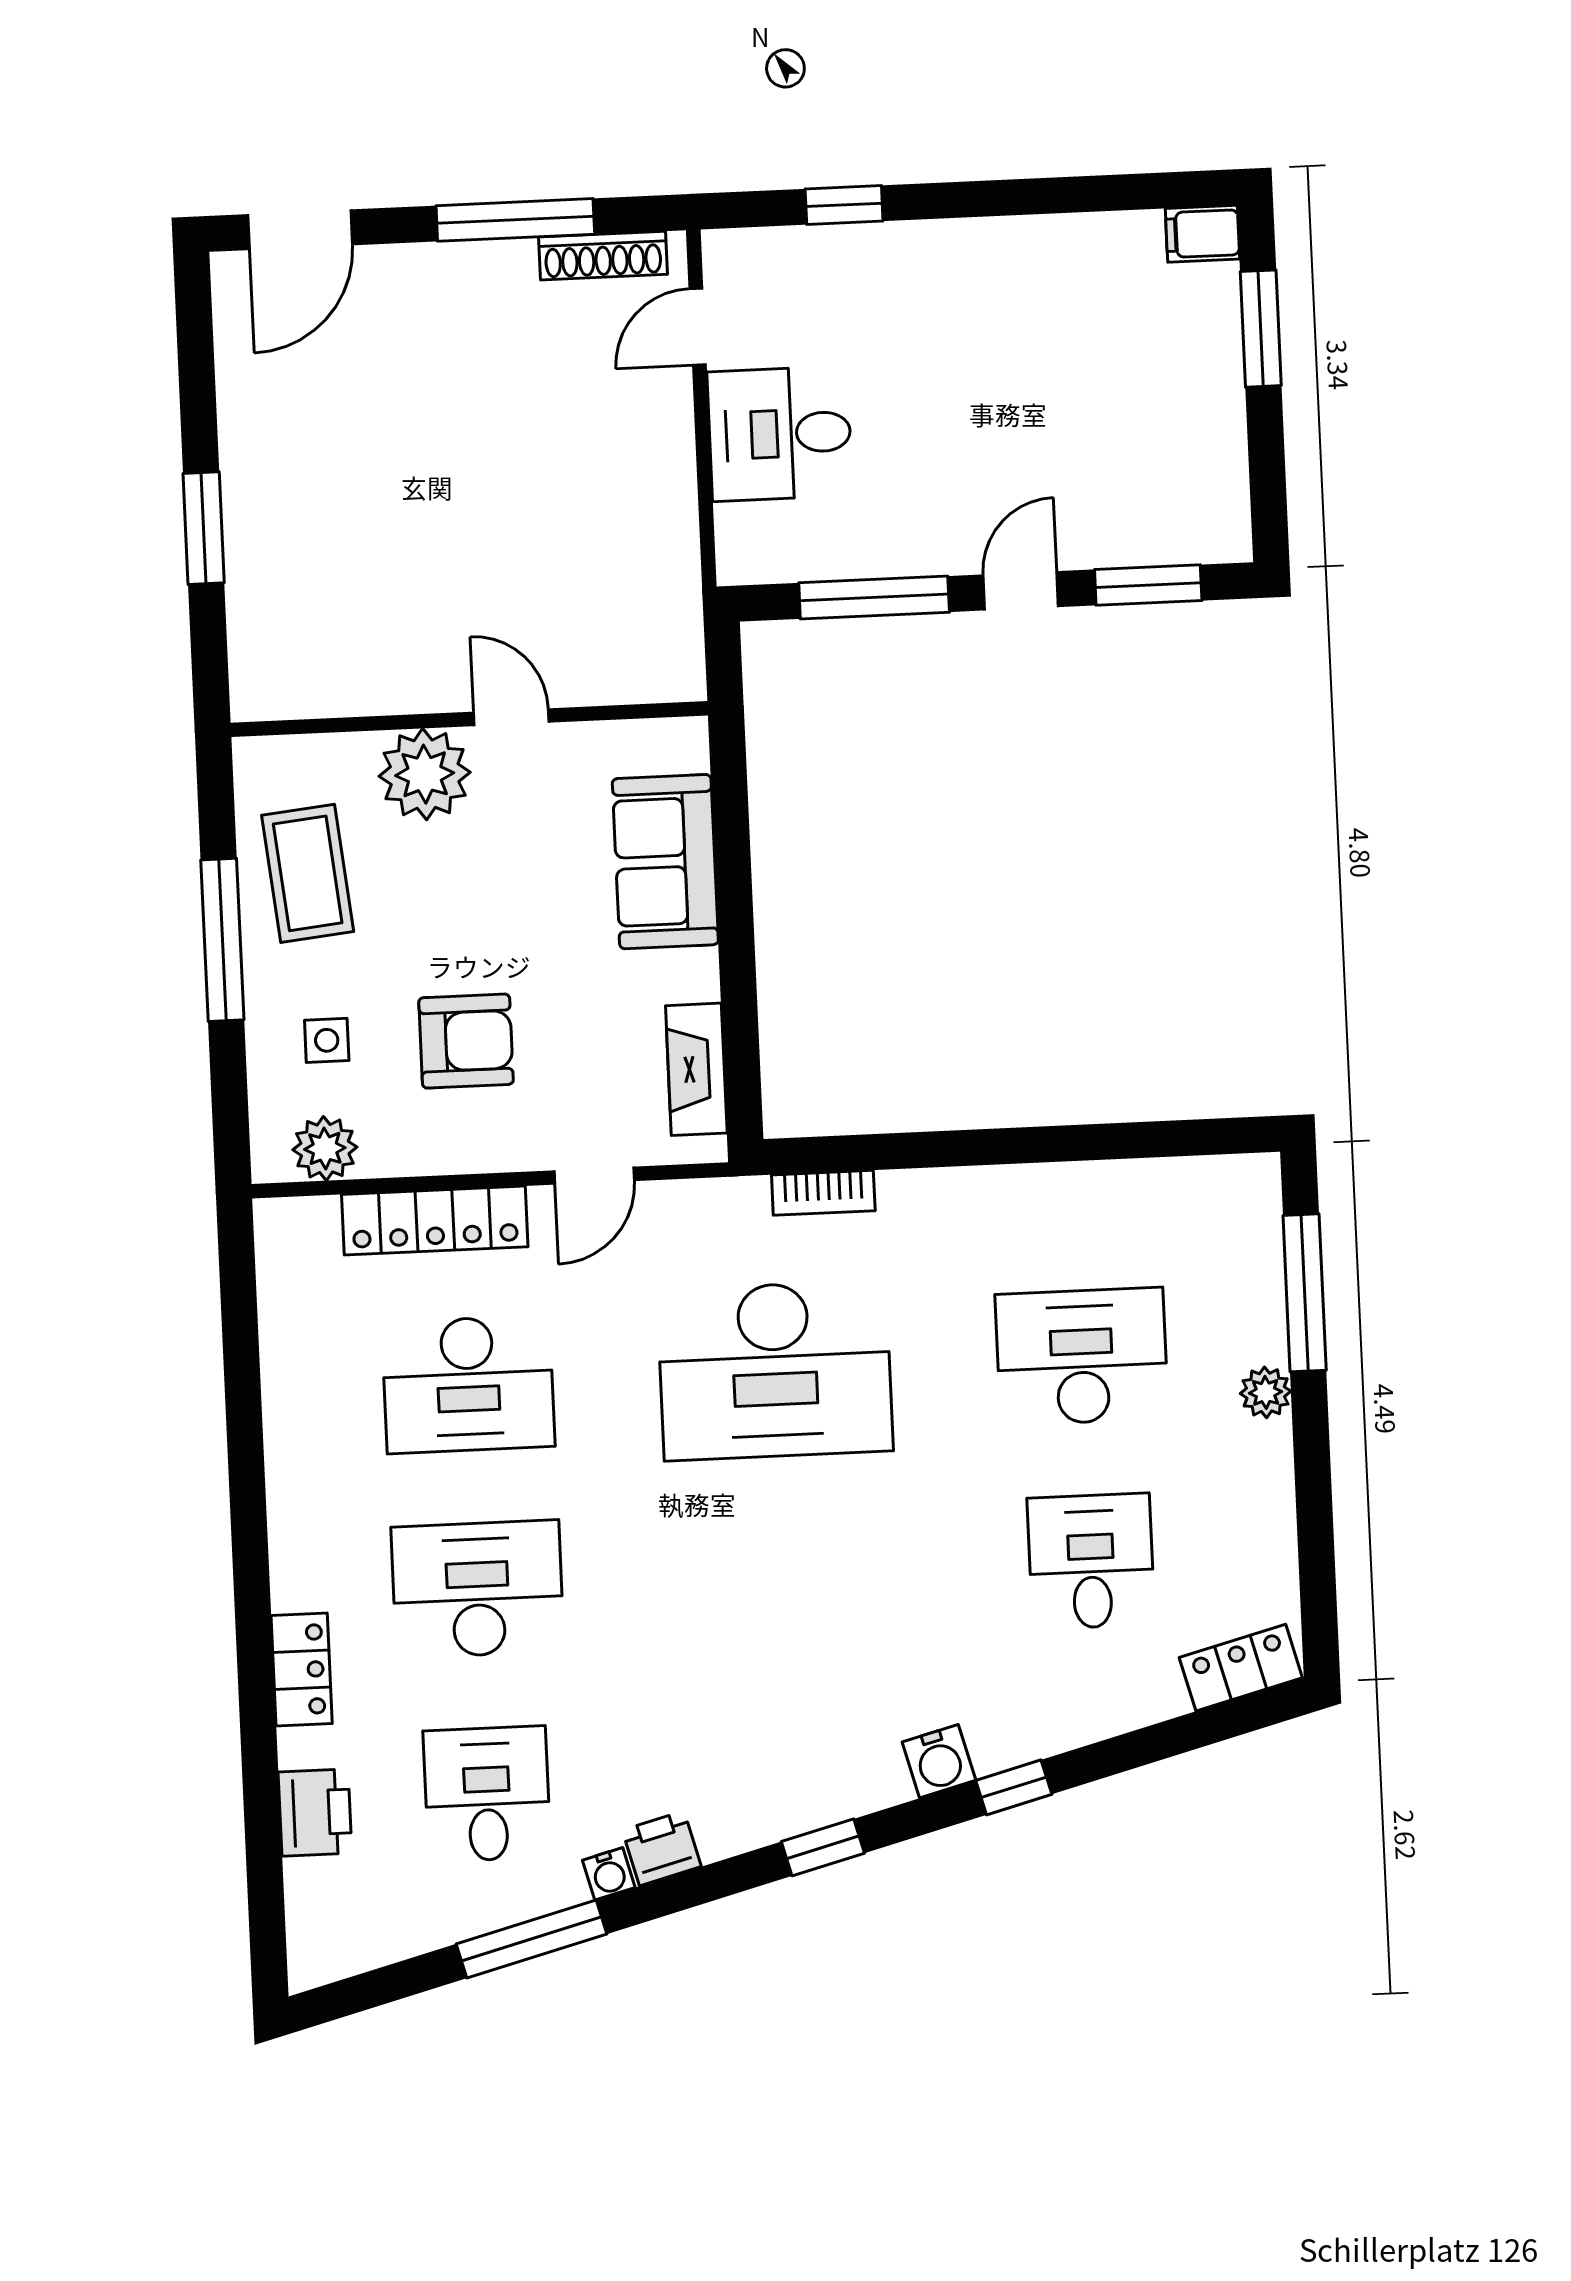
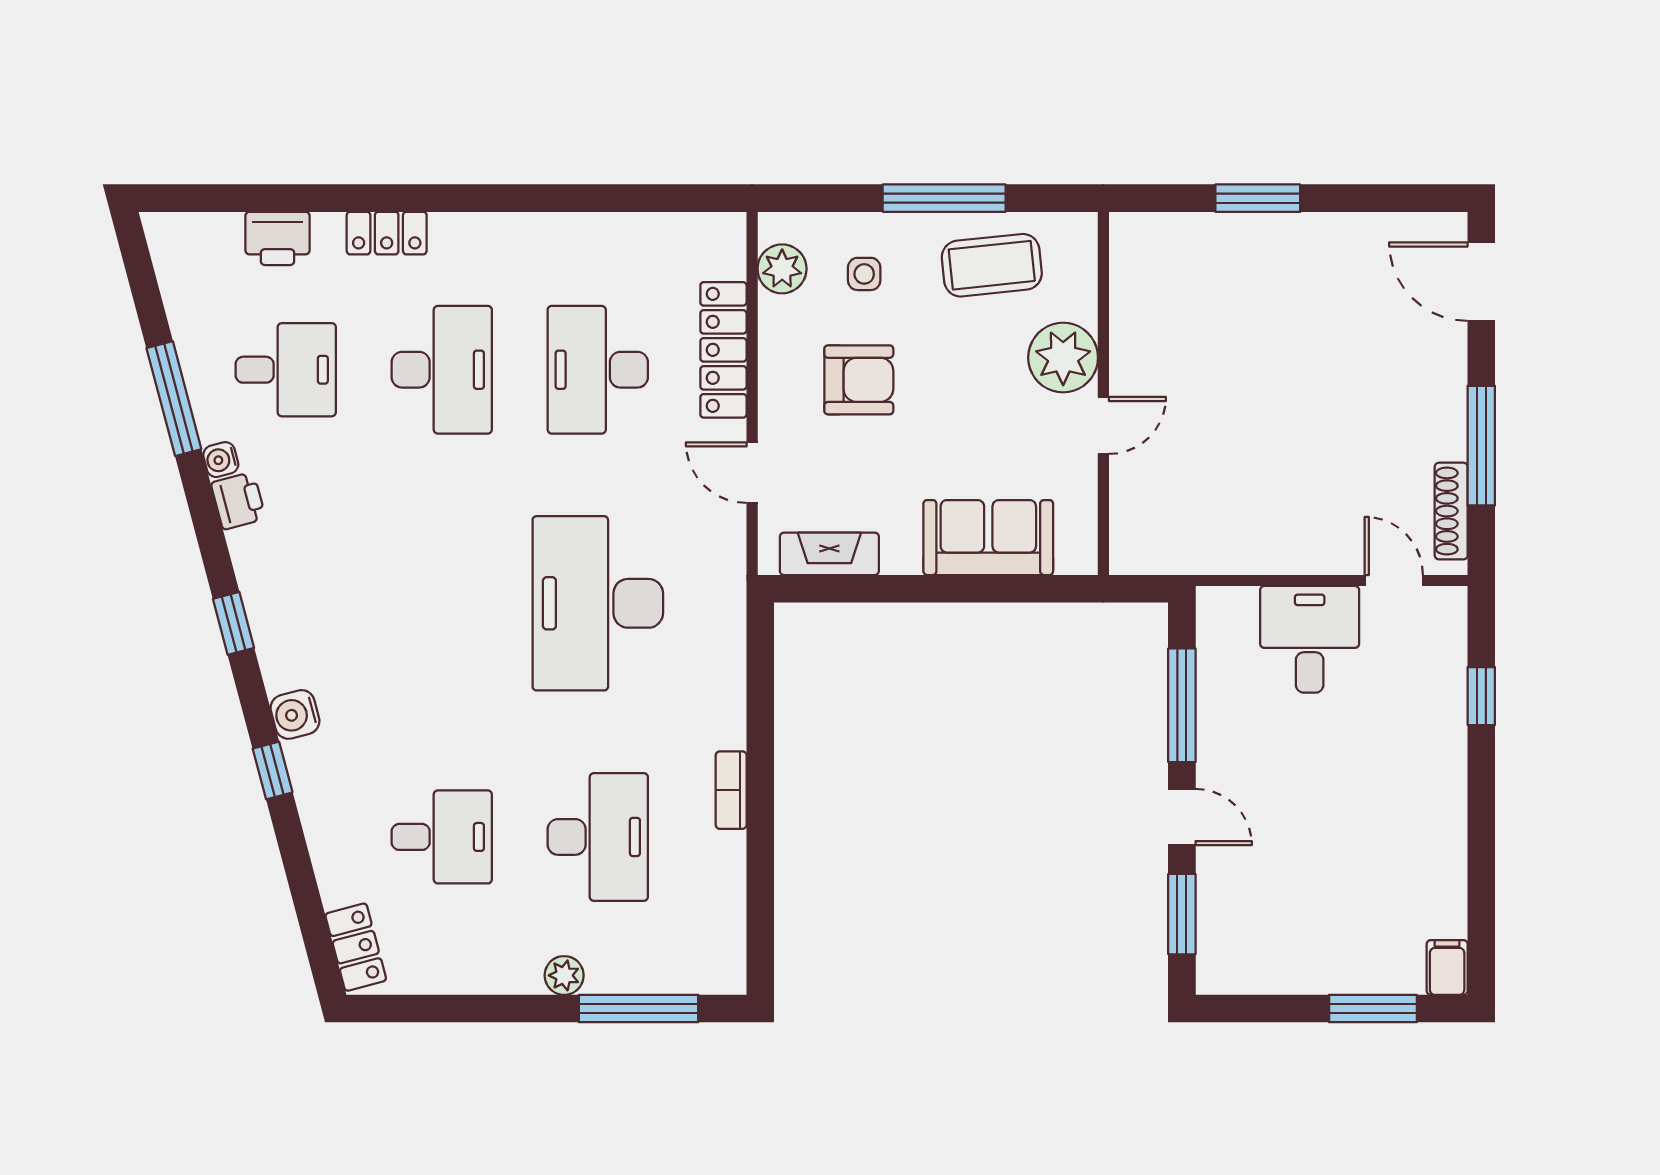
armchair: (466, 1041) -> (859, 380), turned -90
bookcase: (823, 1193) -> (731, 790), moved

